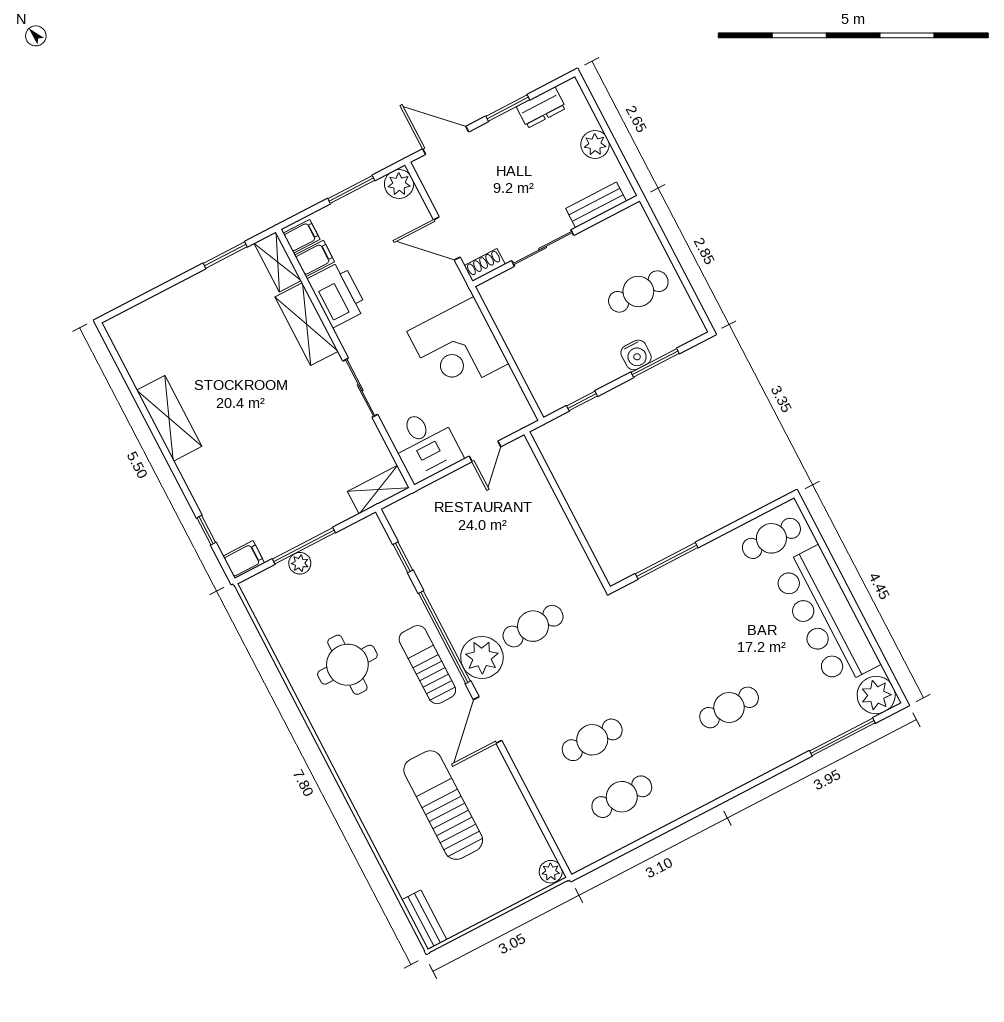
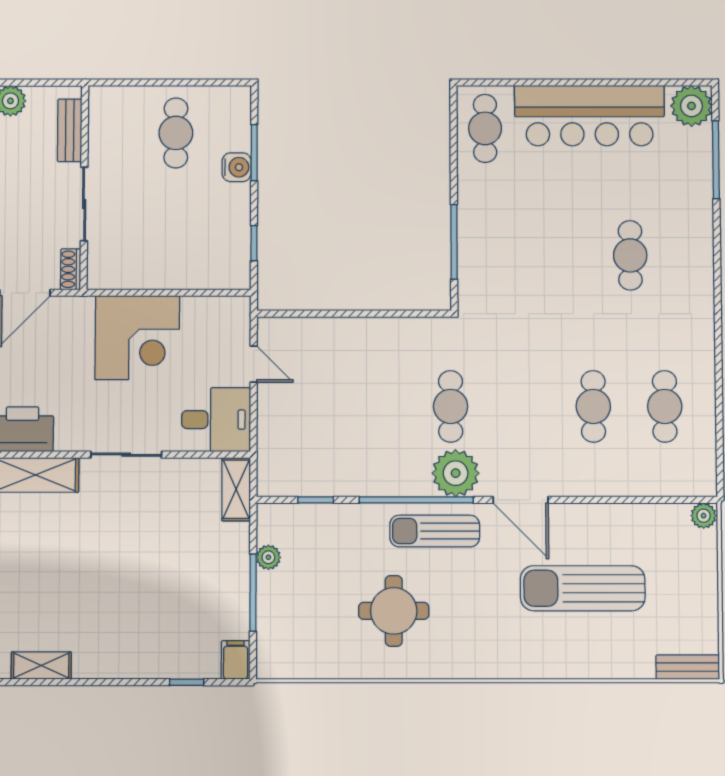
shelving: (169, 418) -> (41, 666), width x0.67, depth x0.75
plant: (300, 563) -> (268, 557), moved

